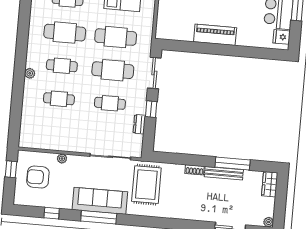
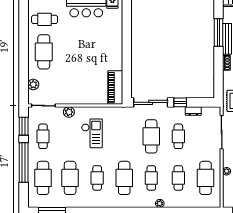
piano: (215, 35) -> (115, 88), moved
cafe table: (116, 37) -> (205, 178), moved
sliding door: (154, 73) -> (151, 102), width x1.37

